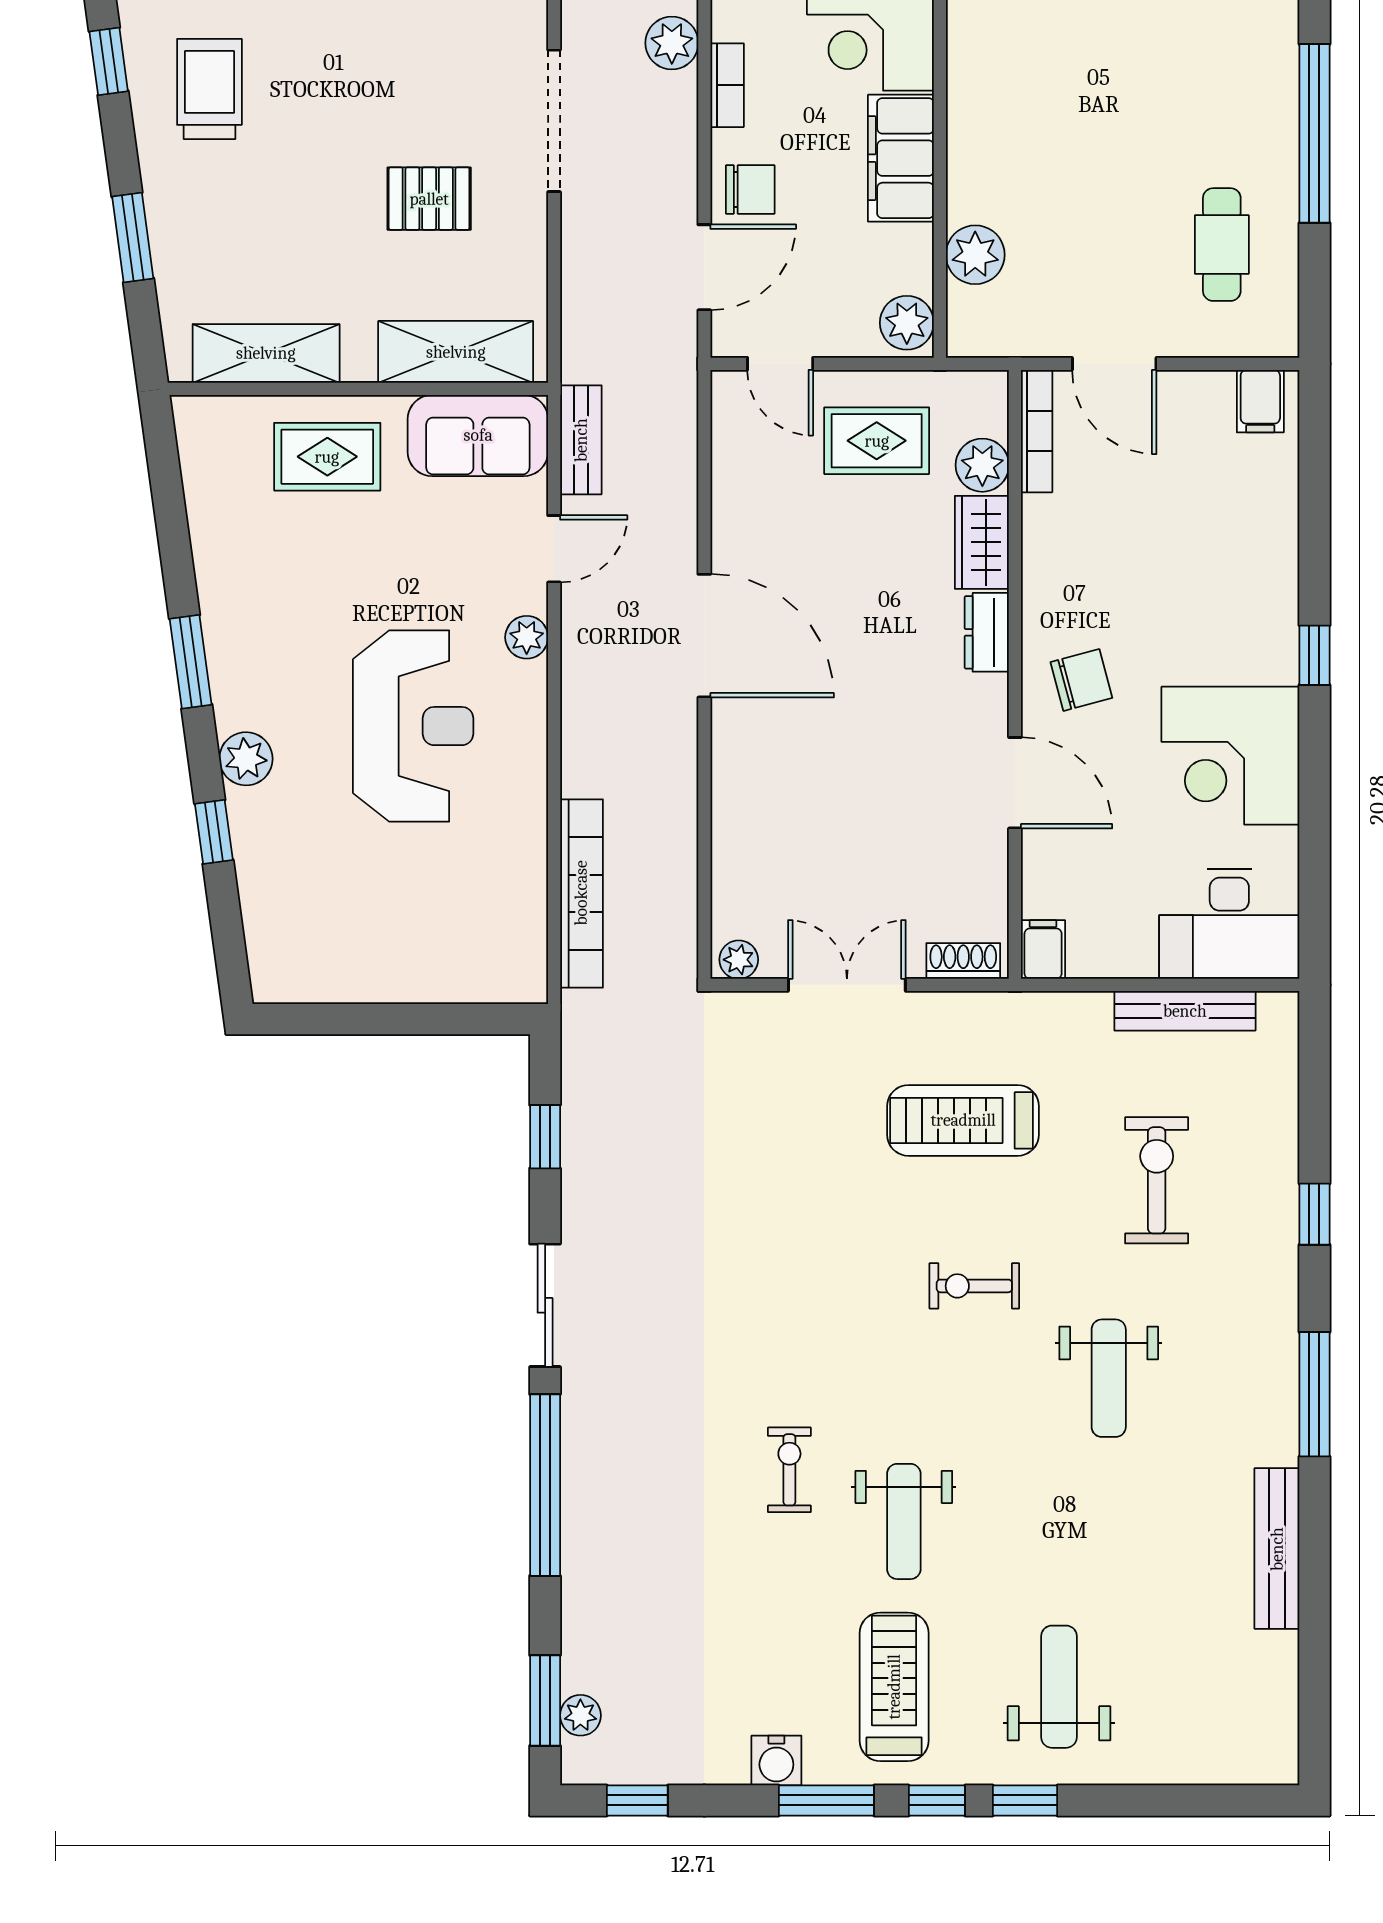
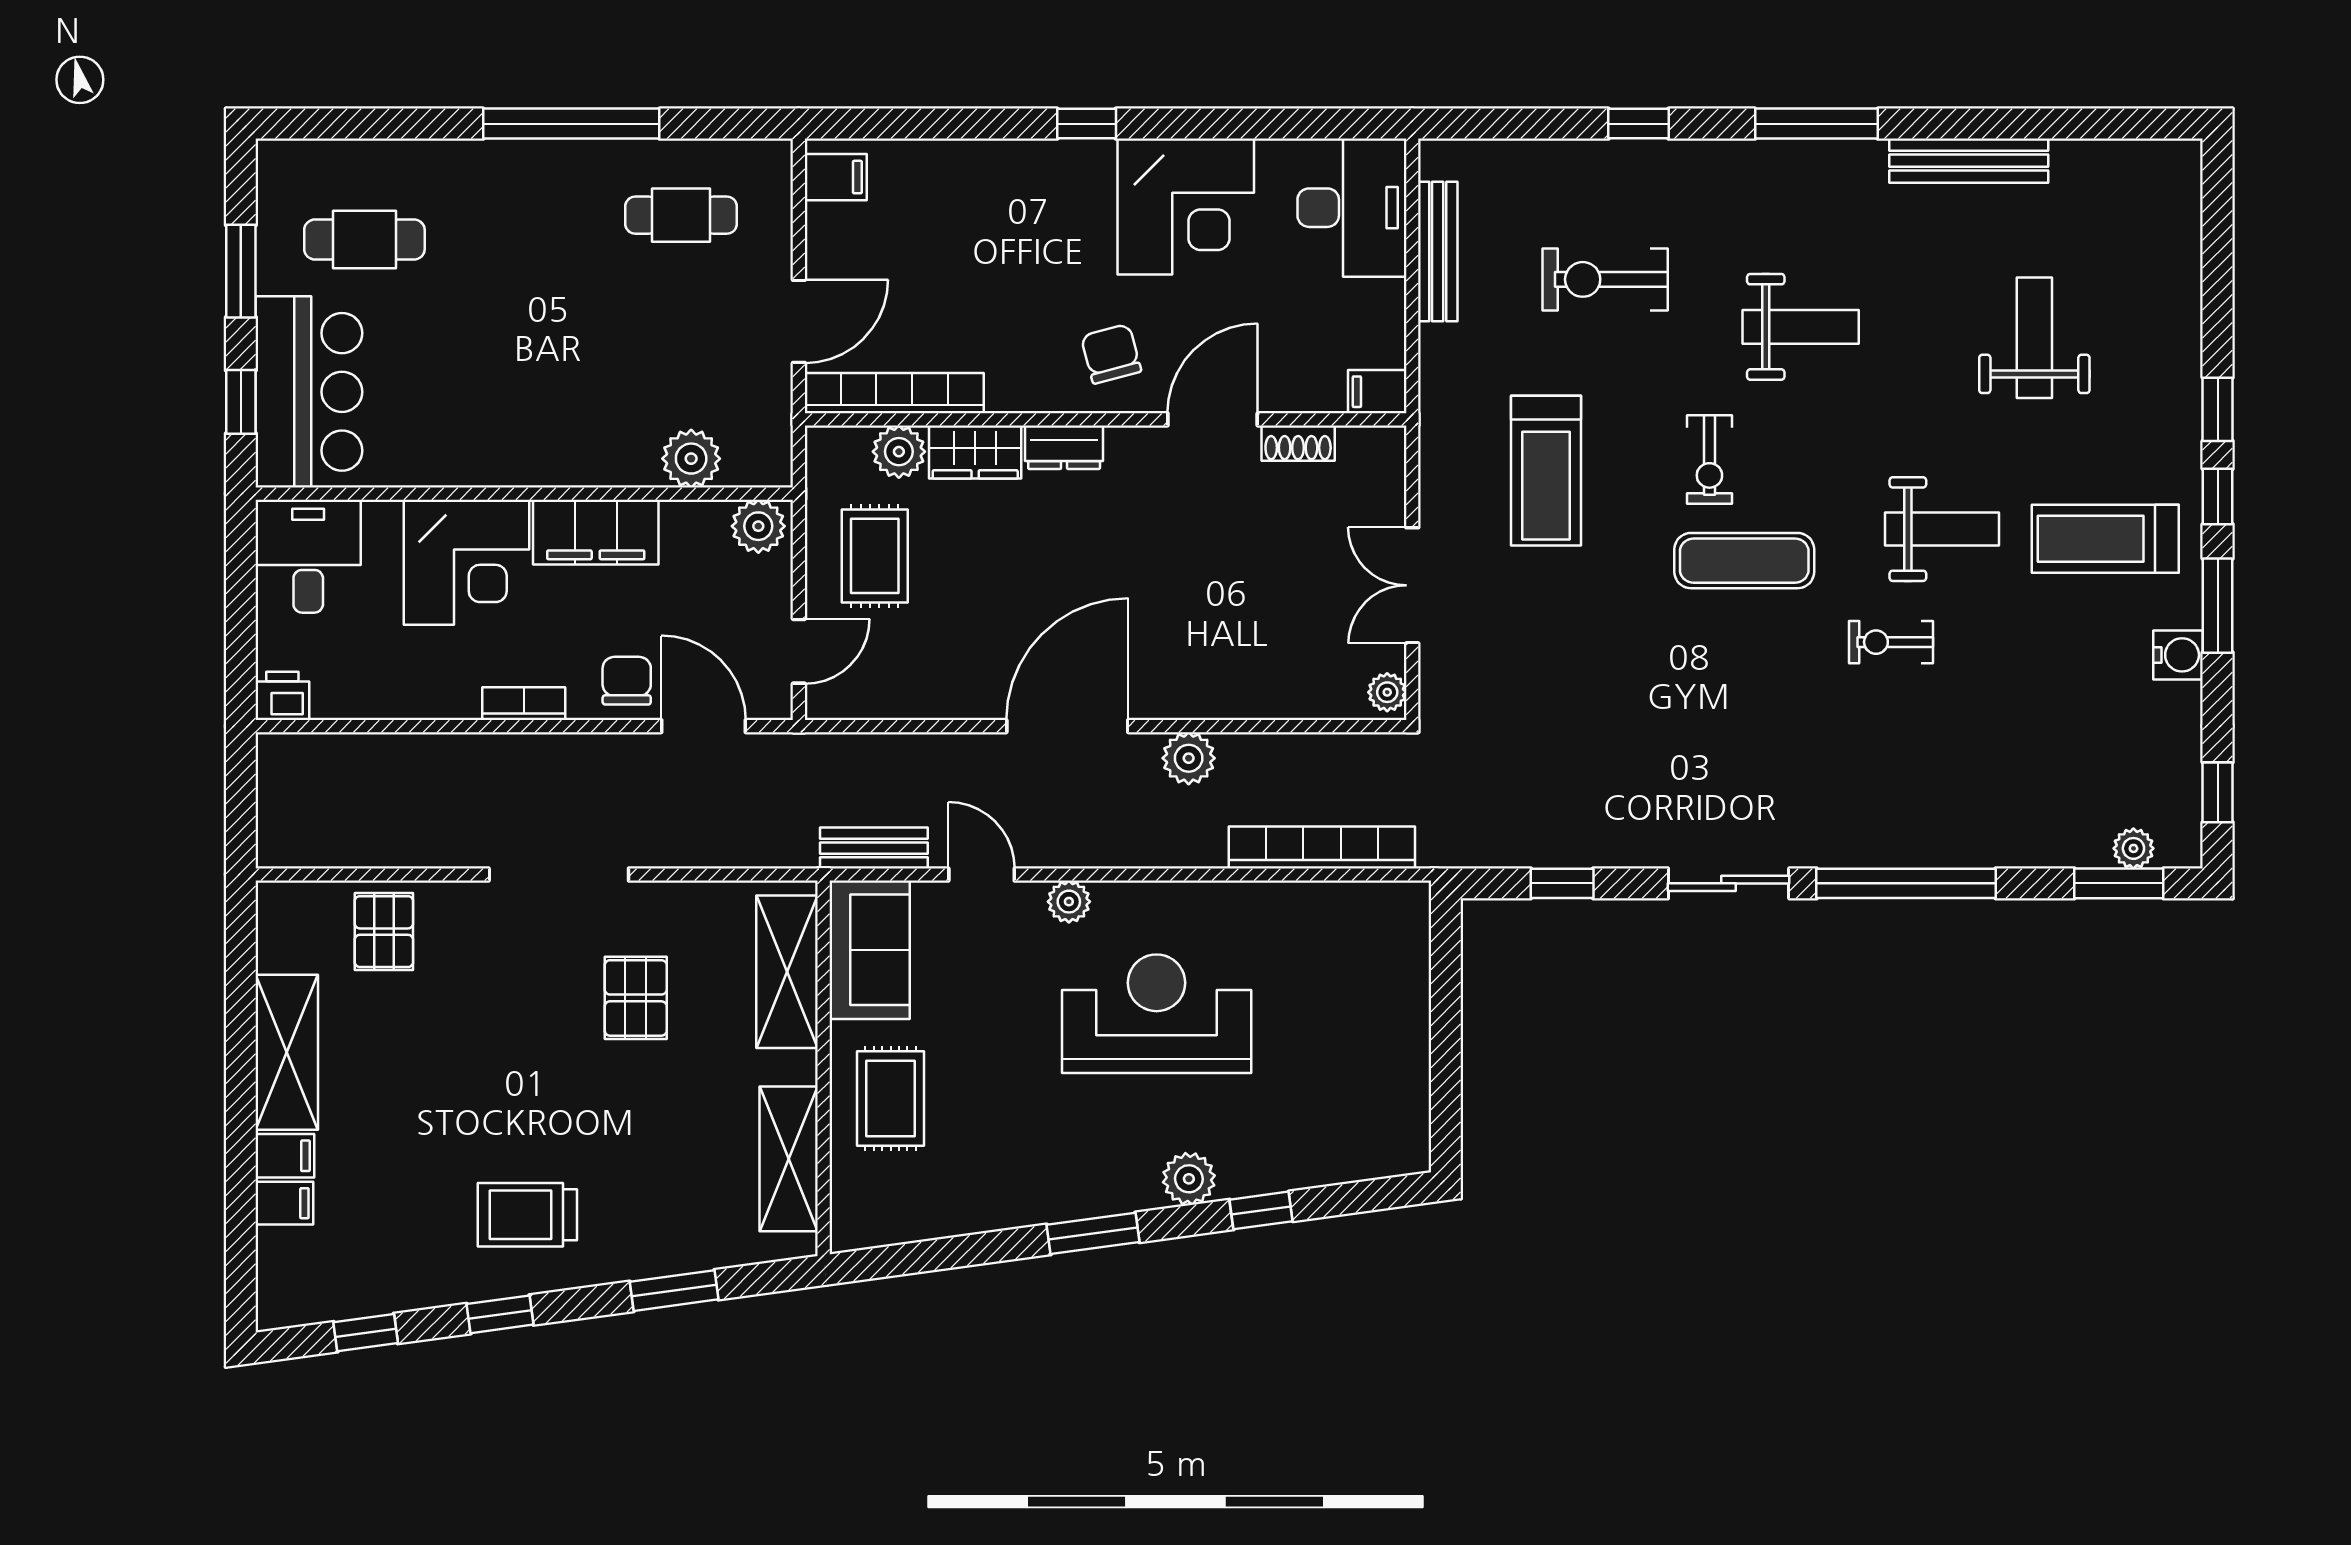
plant: (672, 43) -> (1189, 758), moved
bookcase: (1037, 431) -> (894, 393), width x1.48, depth x1.31
shoe rack: (963, 961) -> (1298, 443), moved, turned -90
exercise mat: (872, 1321) -> (1744, 561), added
weight bench: (1059, 1687) -> (2034, 338), moved, turned 90

